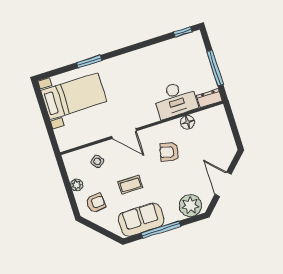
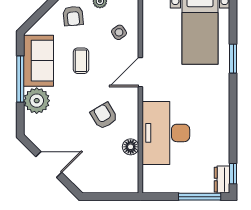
window: (215, 68) -> (200, 197), moved
dresser: (209, 98) -> (222, 180), moved, turned 180
desk: (175, 99) -> (166, 133), width x1.36, depth x1.30
armchair: (169, 152) -> (104, 116), turned -45
plant: (190, 206) -> (37, 101), moved

